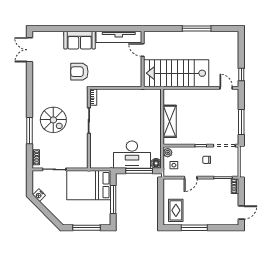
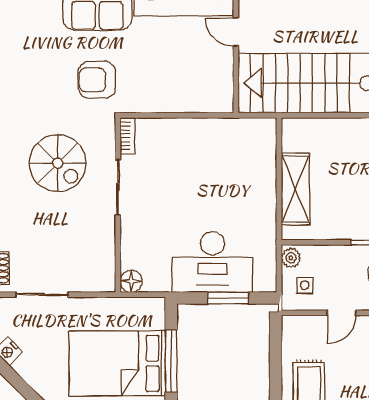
spiral stairs: (53, 120) -> (58, 163), moved
floor lamp: (156, 163) -> (131, 281), moved
window: (139, 171) -> (228, 298), width x0.69
bed: (89, 185) -> (117, 363), moved

